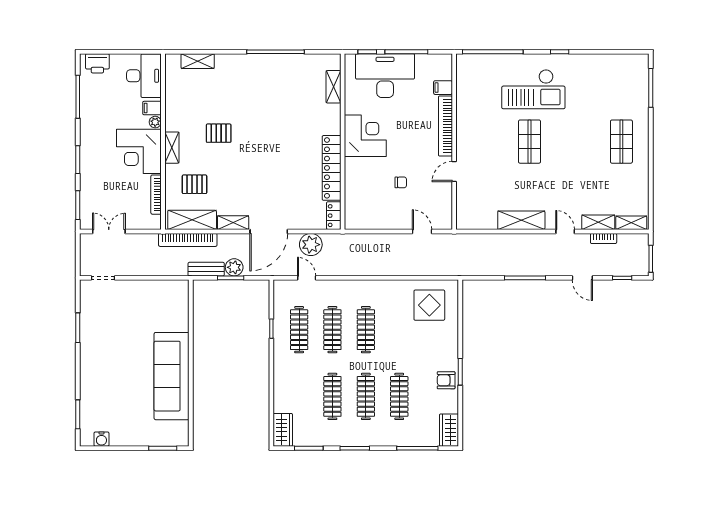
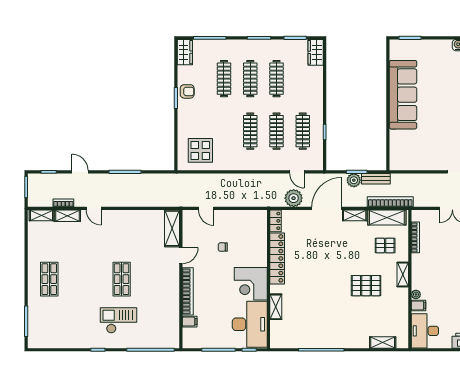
desk: (385, 76) -> (250, 324), moved, turned -90
shelving: (333, 87) -> (276, 307), moved
checkout: (533, 89) -> (118, 320), width x0.73, depth x0.83
pallet: (219, 133) -> (366, 286), width x1.50, depth x1.42
corner desk: (139, 151) -> (429, 271), removed
shelving: (521, 220) -> (172, 228), moved, turned 90

